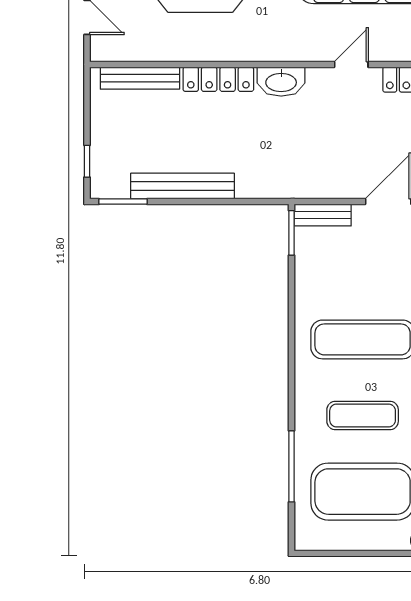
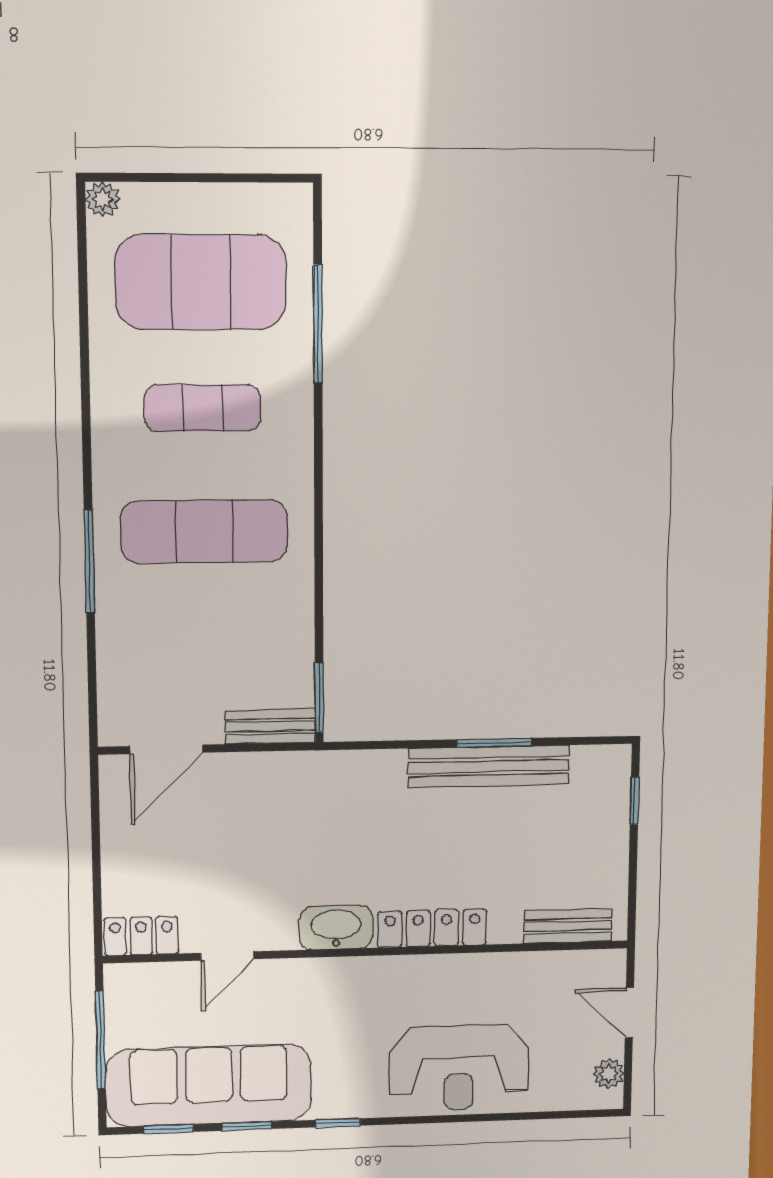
bench: (140, 78) -> (568, 926), width x0.73
window: (123, 202) -> (494, 743), moved

